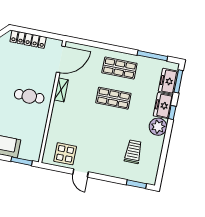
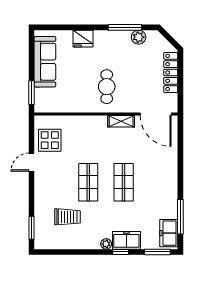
shop shelf: (119, 68) -> (88, 182), moved
freezer: (168, 81) -> (169, 233), moved, turned -90
plant: (158, 127) -> (106, 244), width x0.53, depth x0.53

